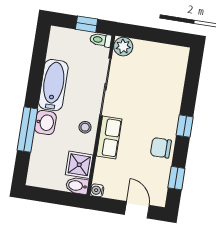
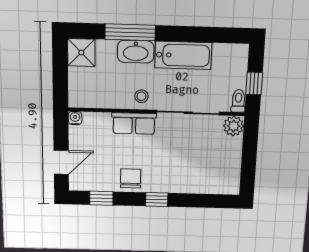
washbasin: (45, 123) -> (136, 52), width x1.38
shower: (79, 165) -> (81, 53), moved
bidet: (77, 186) -> (76, 96), removed

